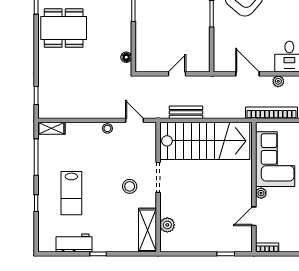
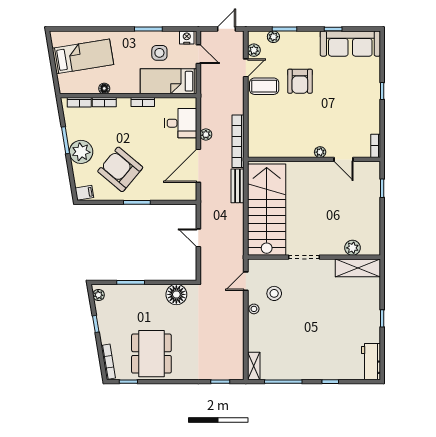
floor lamp: (126, 57) -> (176, 294), width x1.89, depth x1.89
door: (248, 74) -> (198, 166), width x1.36
bench: (186, 112) -> (238, 186), moved
corner sofa: (275, 159) -> (285, 138), removed
stool: (130, 186) -> (274, 293), moved
lab bench: (71, 193) -> (320, 346), removed
workbench: (74, 243) -> (371, 362), moved

